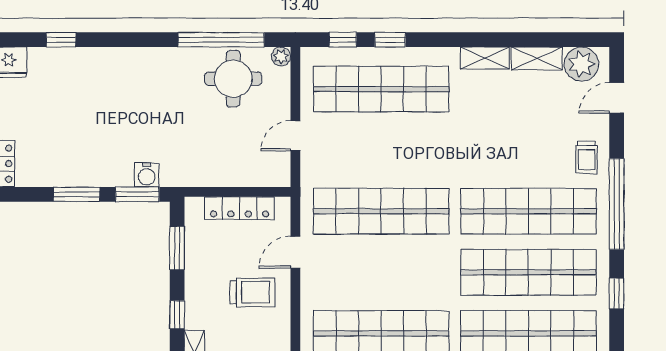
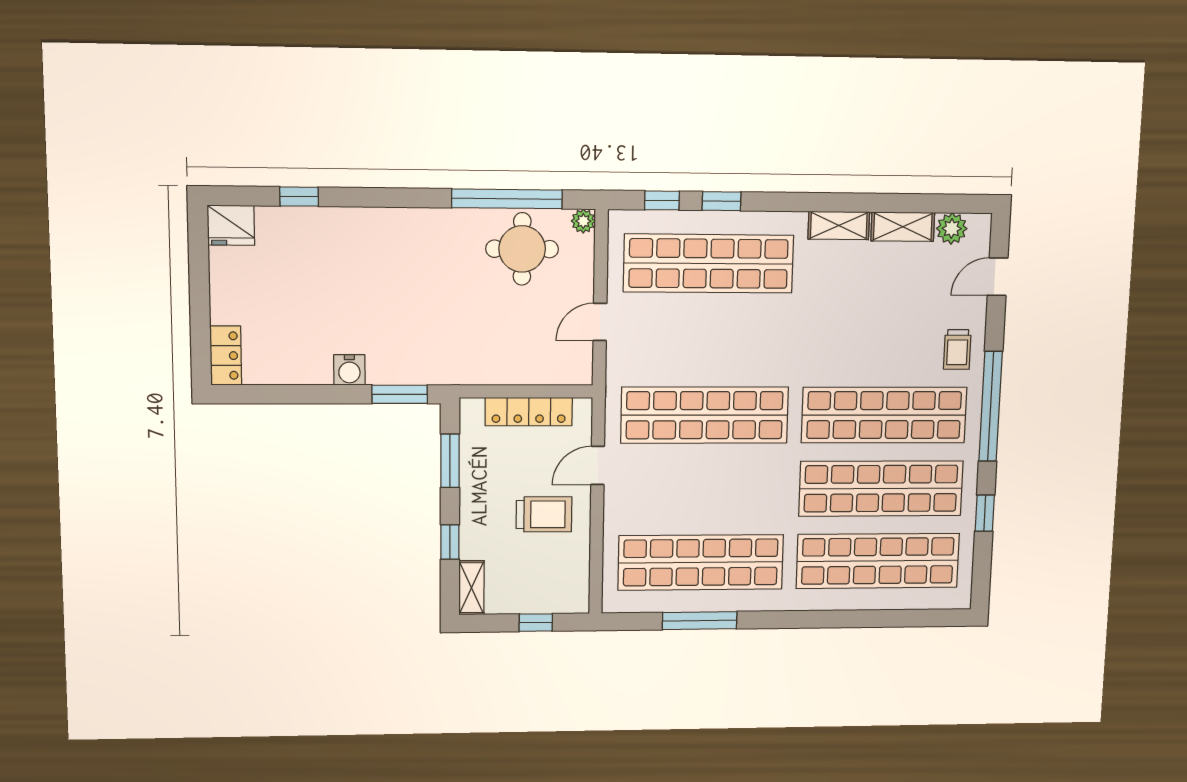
plant: (581, 64) -> (952, 229), width x0.73, depth x0.73
water cooler: (147, 175) -> (349, 370), moved
window: (77, 194) -> (322, 394), removed

